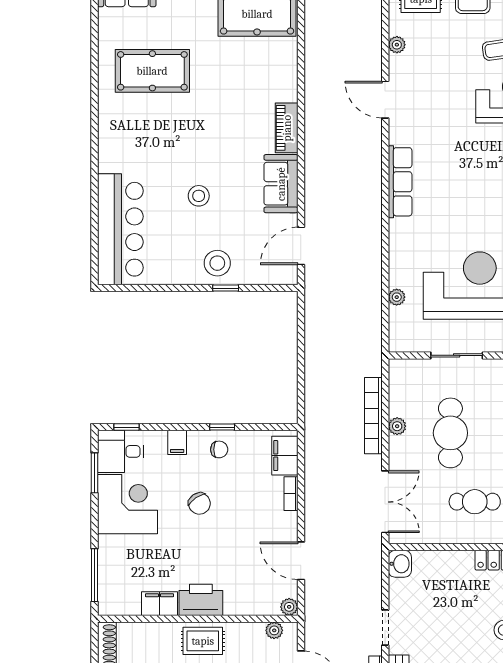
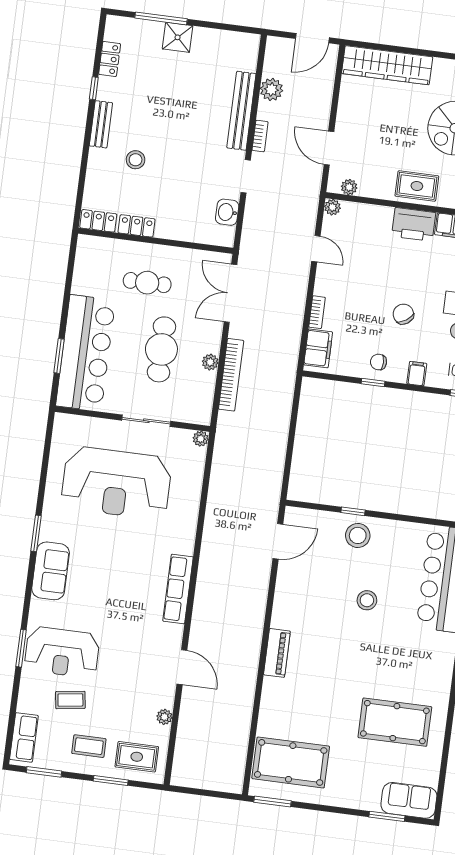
sofa: (281, 184) -> (289, 602), removed
plant: (397, 297) -> (201, 439), moved
door: (301, 561) -> (316, 249), width x0.73
washbasin: (400, 564) -> (227, 212), moved

